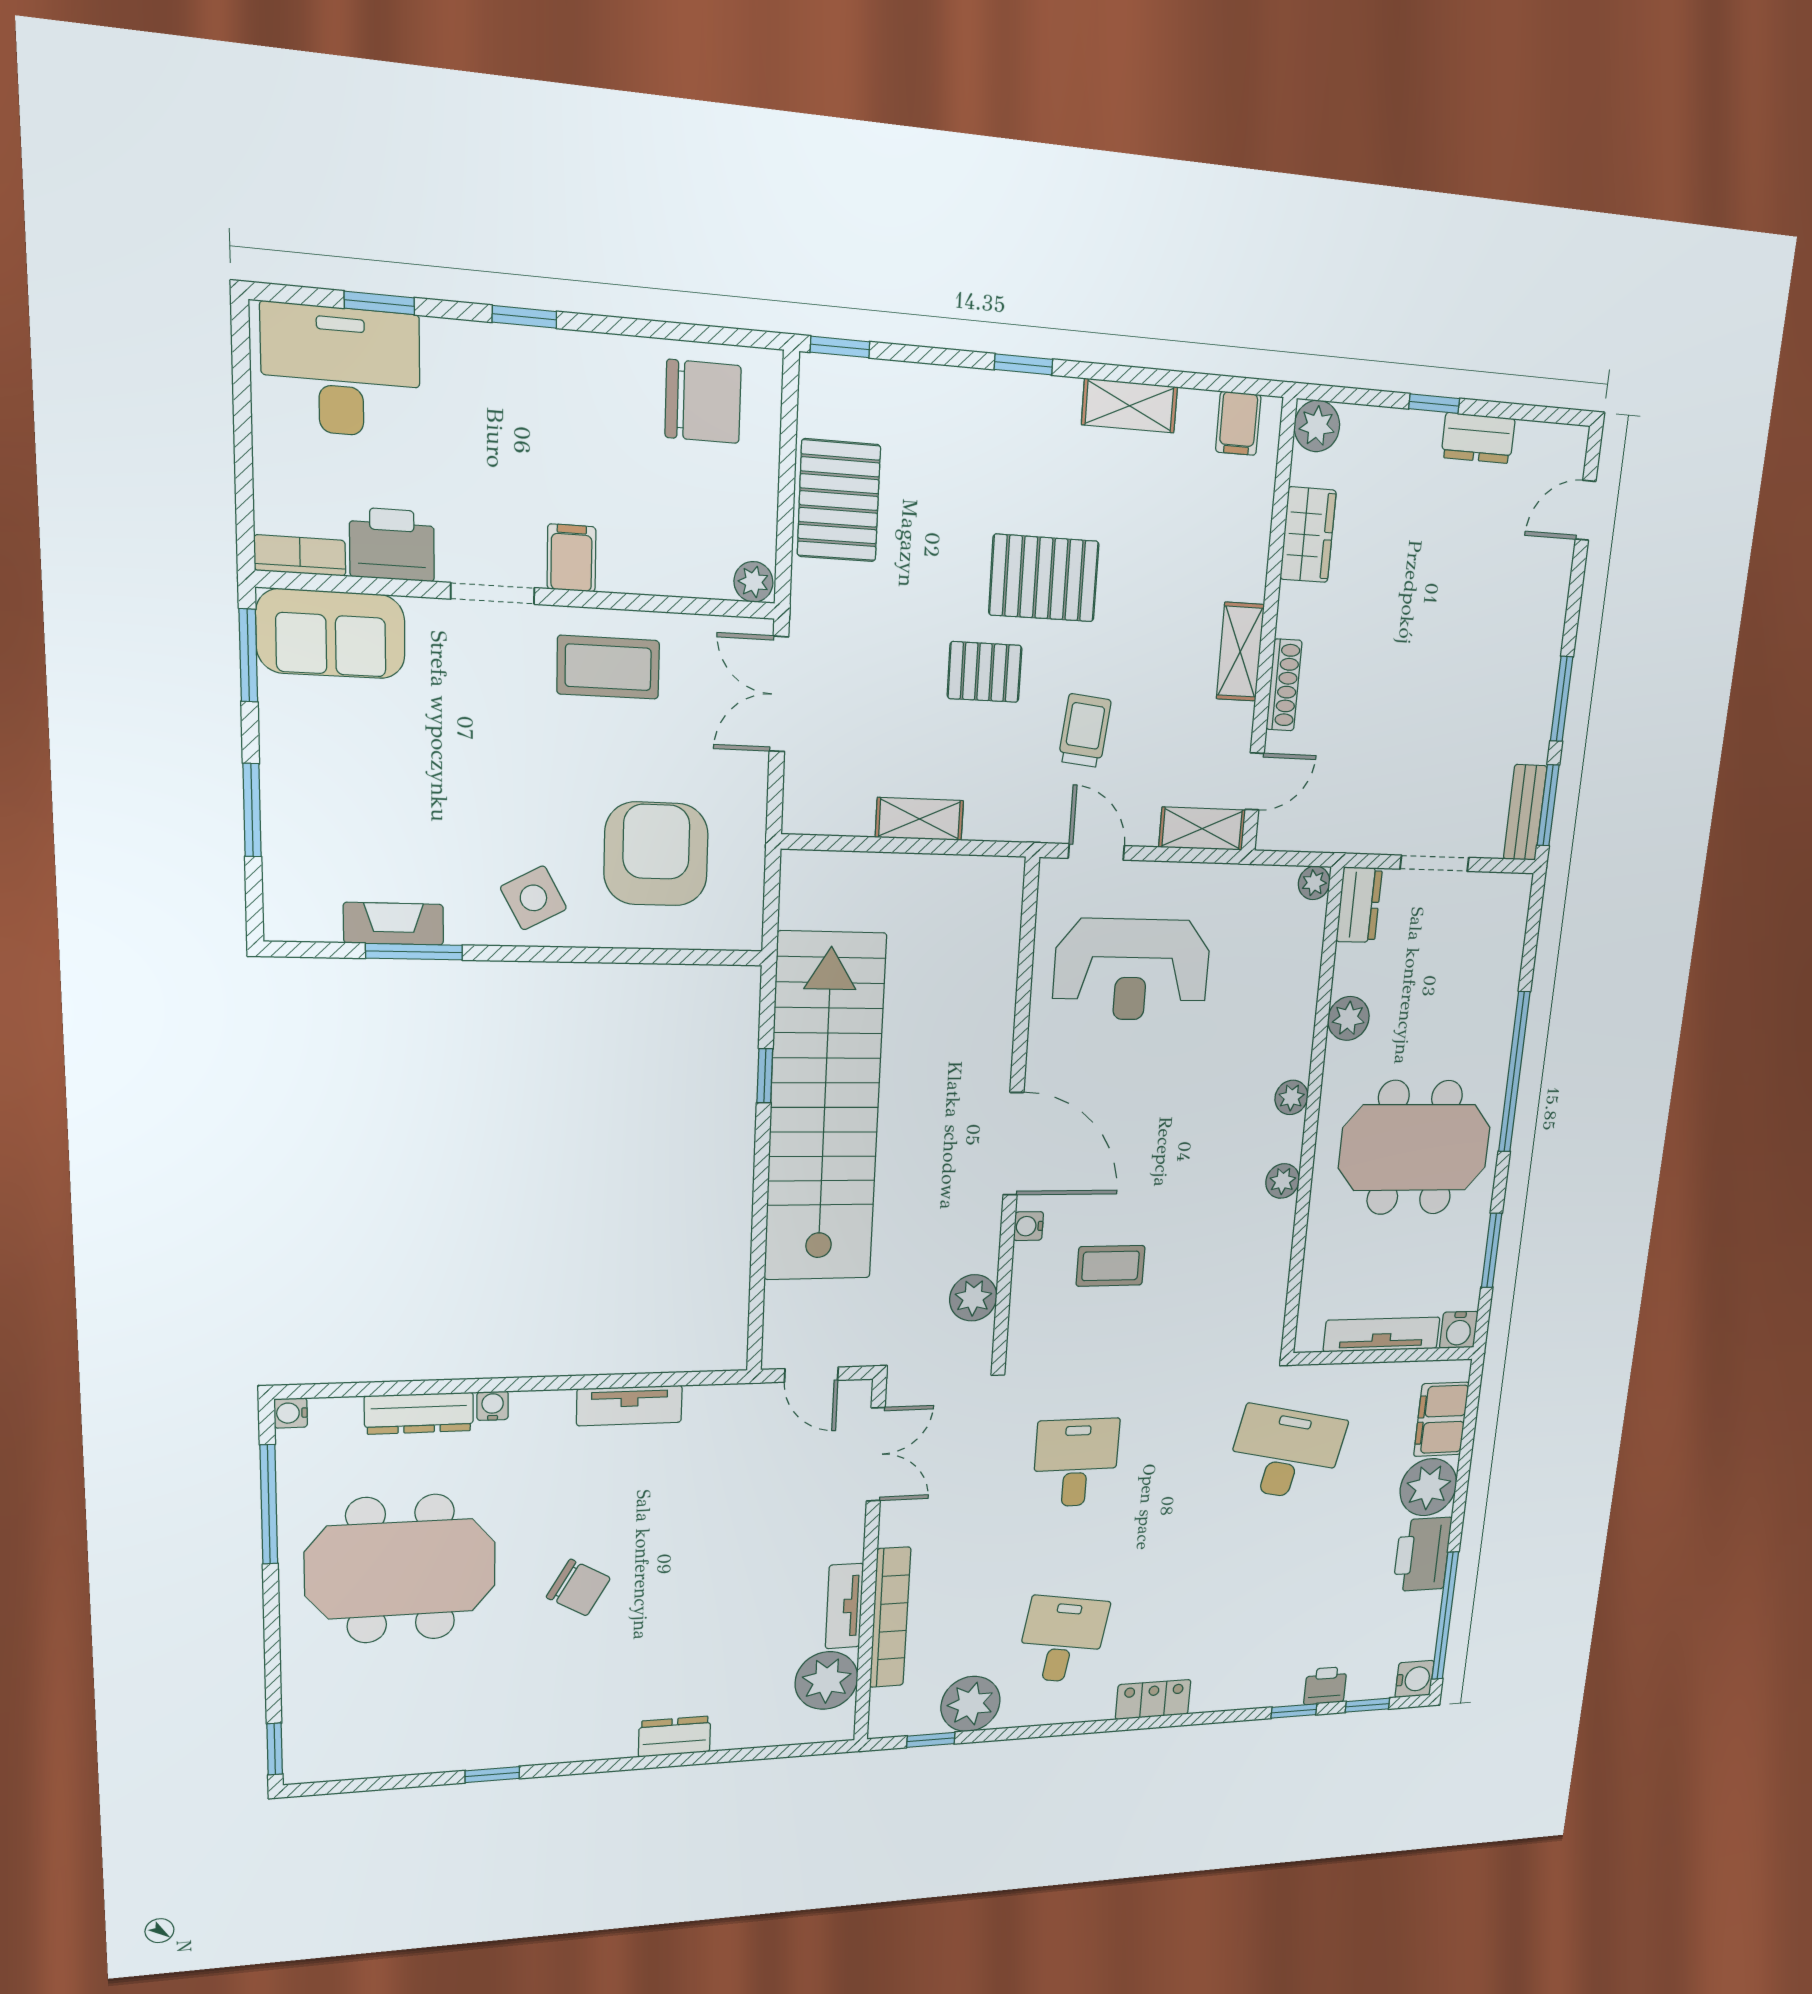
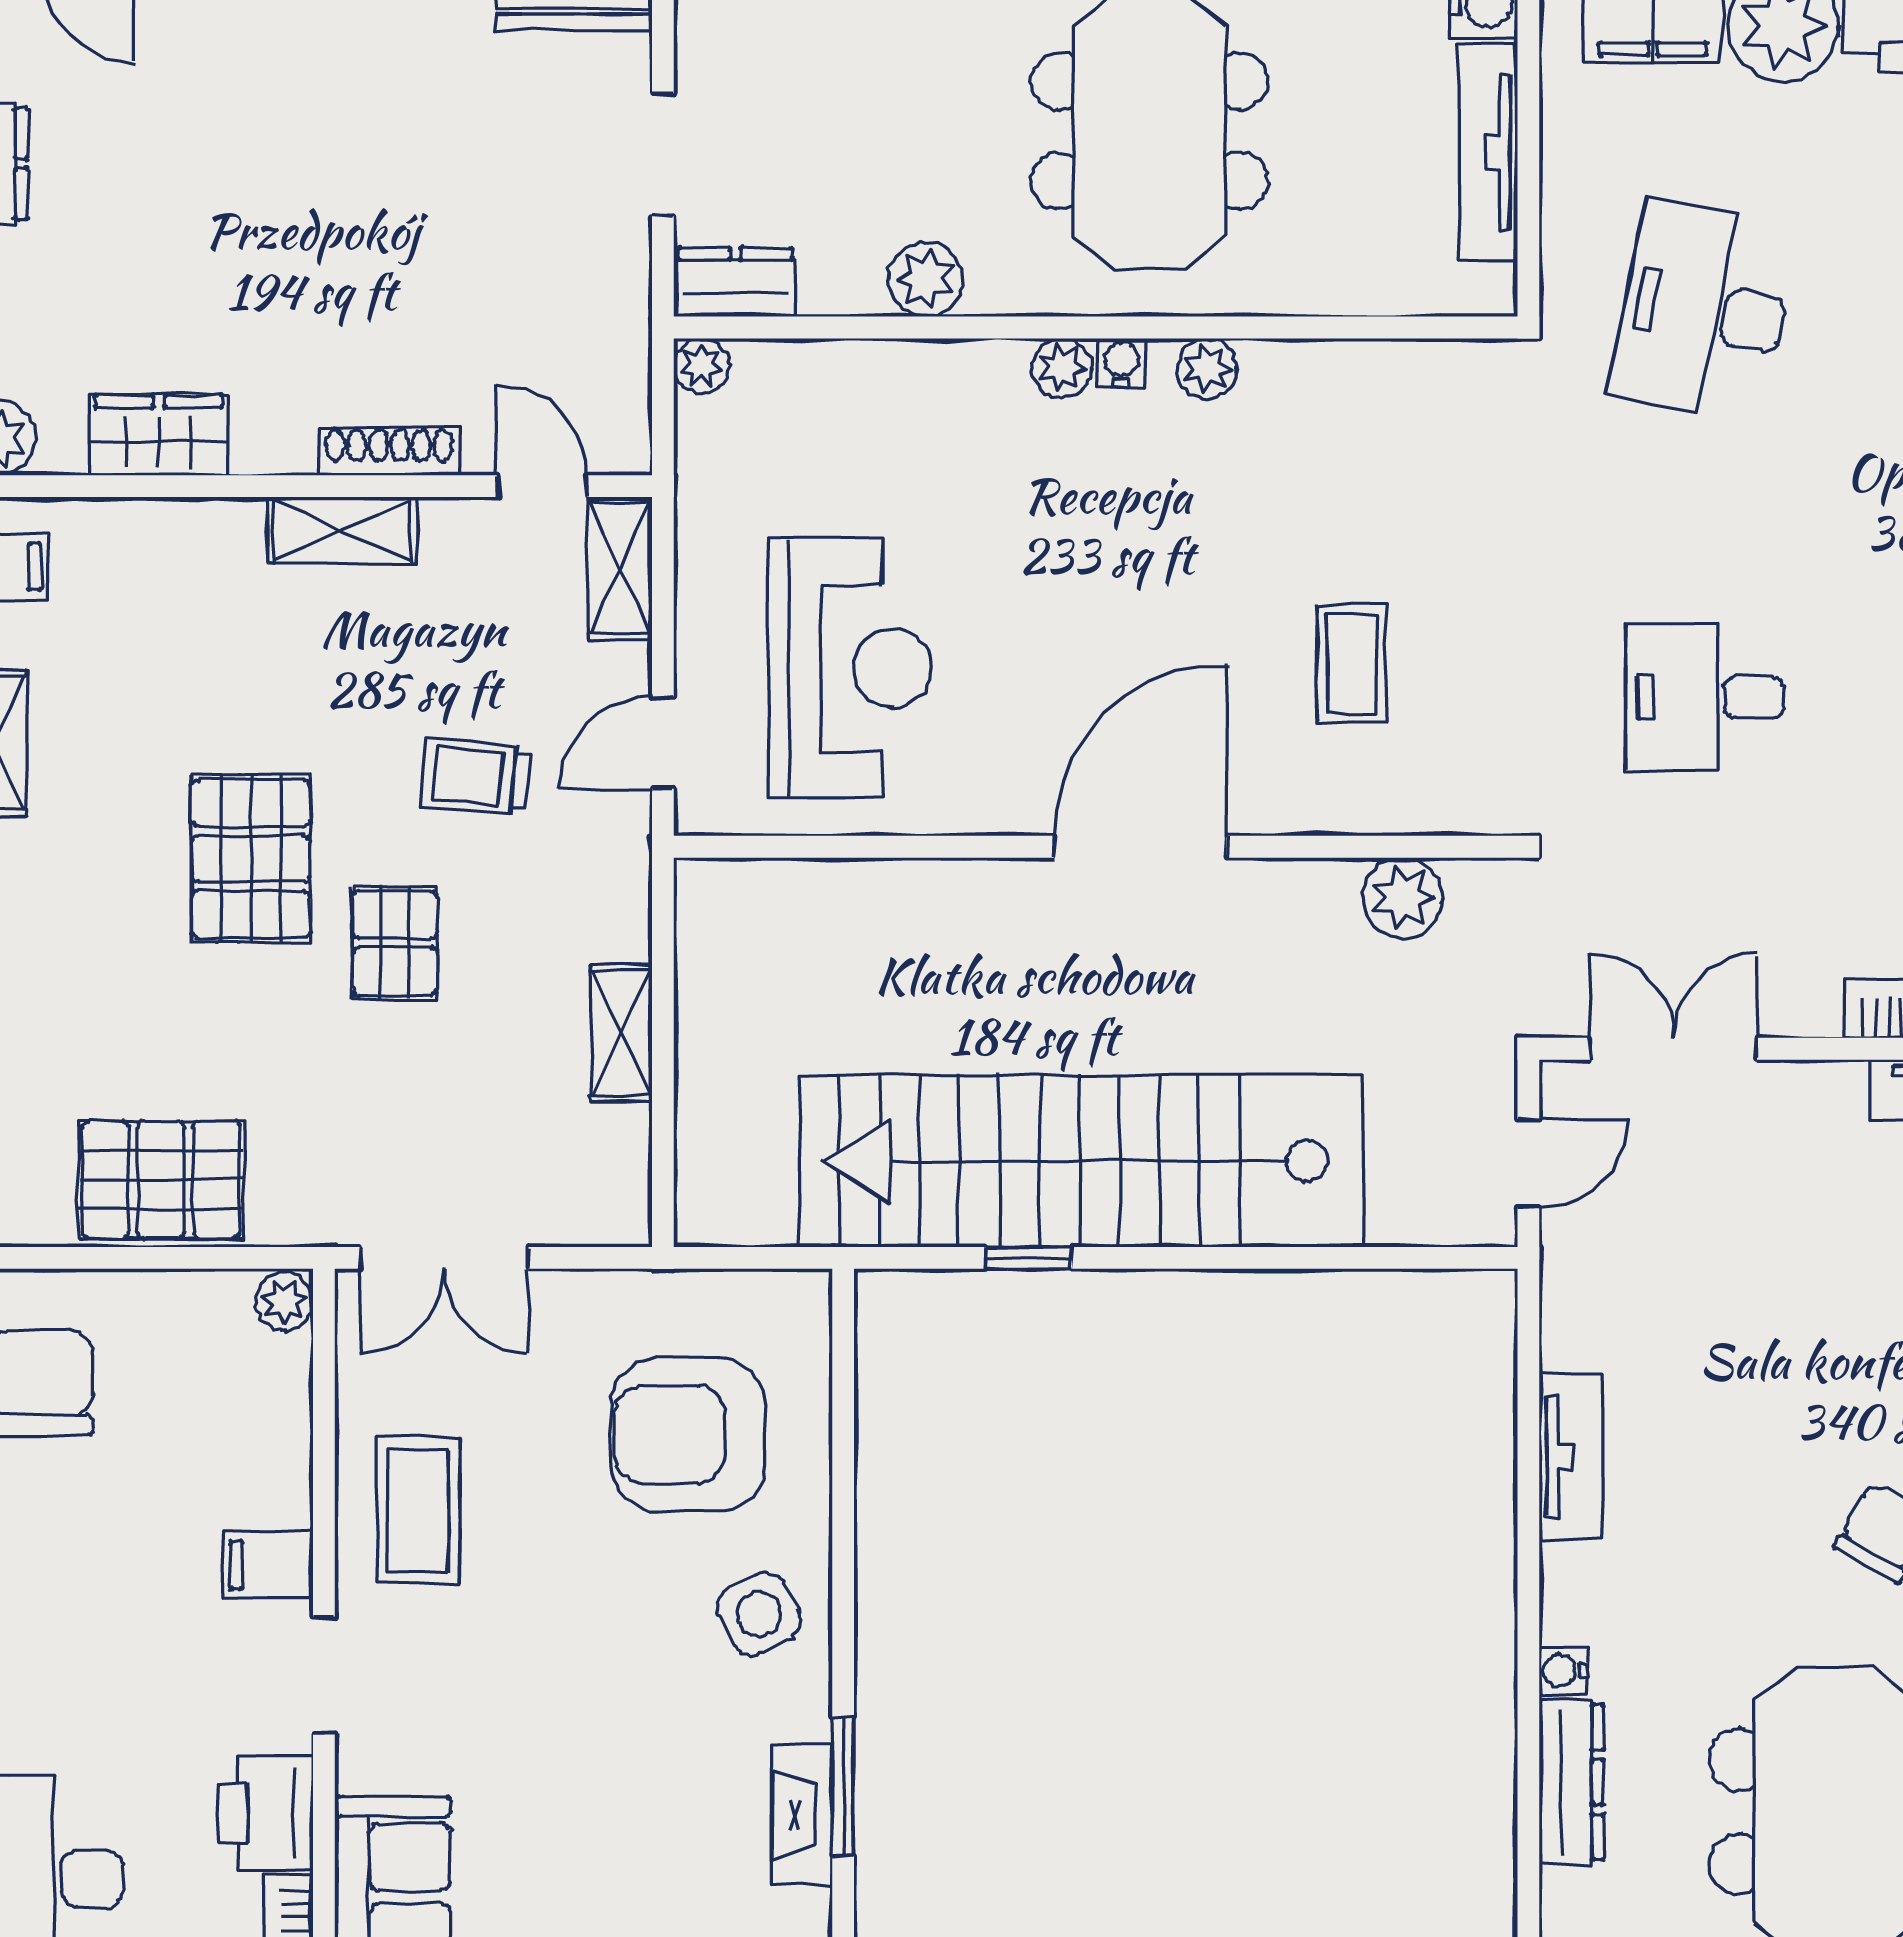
water cooler: (1028, 1226) -> (1121, 363), moved, turned 180

